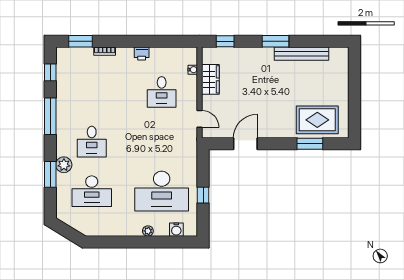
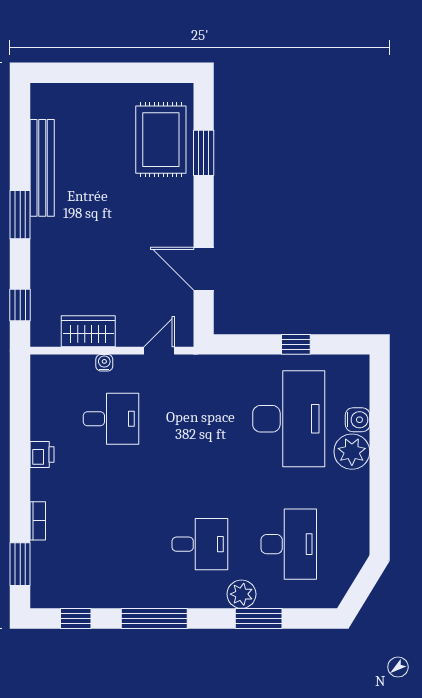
water cooler: (193, 70) -> (104, 363), moved
water cooler: (176, 230) -> (358, 420), moved
plant: (148, 231) -> (352, 452), width x1.88, depth x1.88

